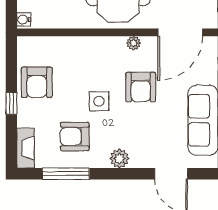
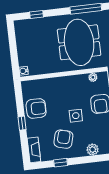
armchair: (37, 82) -> (36, 108), turned -90
armchair: (75, 137) -> (63, 139), turned 105
window: (66, 174) -> (61, 163), width x0.46

